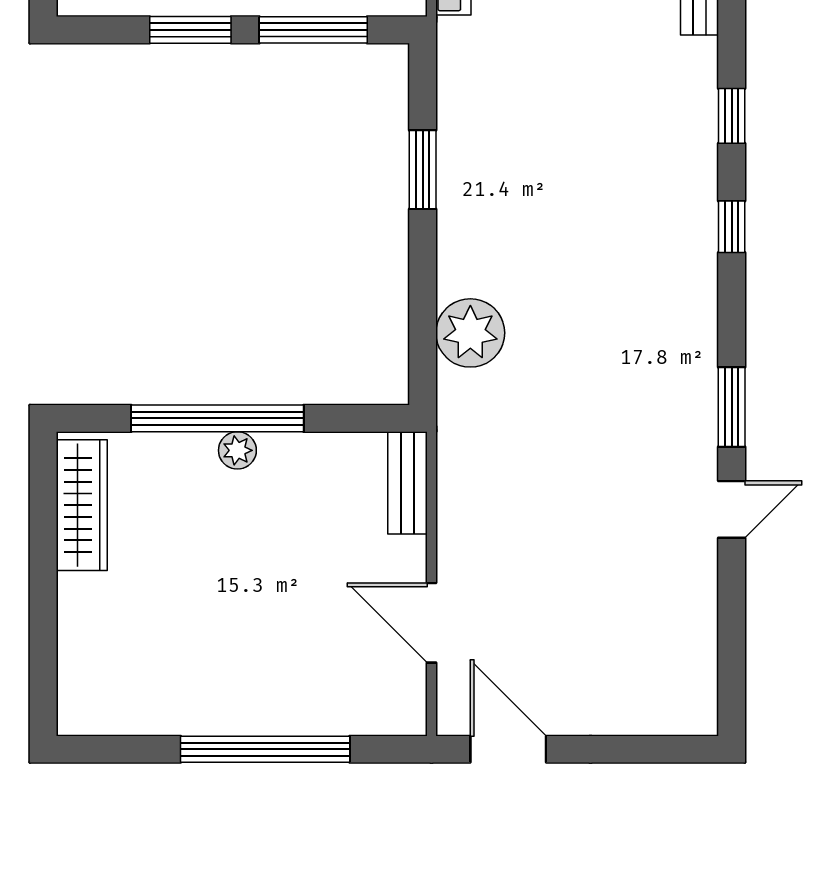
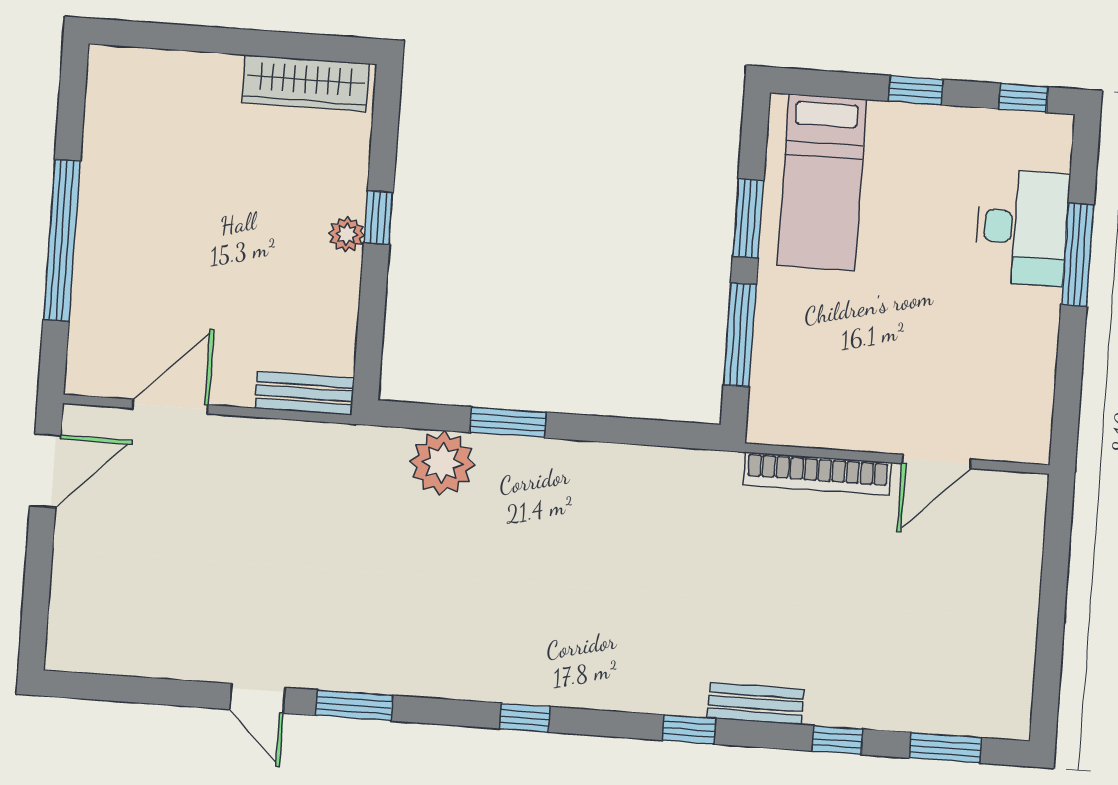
window: (732, 116) -> (689, 729), moved
window: (423, 170) -> (508, 422), moved
window: (217, 418) -> (378, 218), width x0.32

